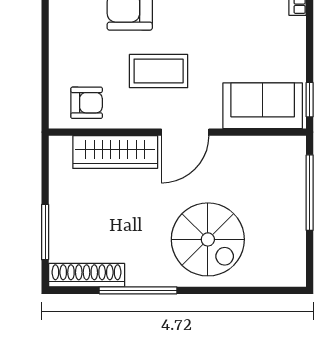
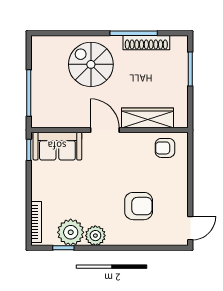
coffee table: (159, 71) -> (121, 167), removed
door: (185, 132) -> (105, 130), hinge flipped
shoe rack: (87, 275) -> (146, 43), moved

